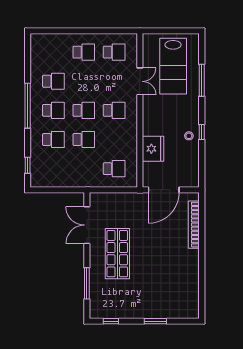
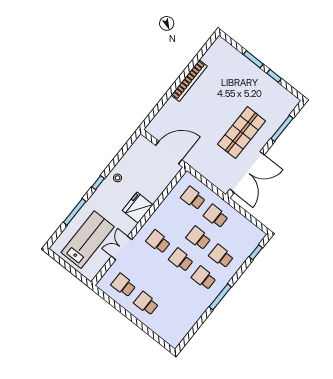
school desk: (53, 81) -> (216, 216), moved
window: (28, 106) -> (220, 297), width x0.68
window: (202, 132) -> (98, 183), moved
fridge: (153, 149) -> (138, 208), moved
double door: (87, 225) -> (247, 172), width x1.36
bookcase: (194, 225) -> (189, 81), moved
window: (111, 321) -> (274, 76), moved

